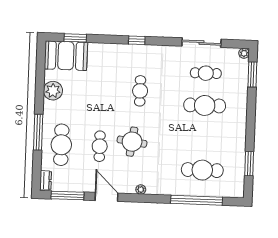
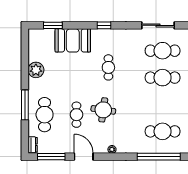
booth: (66, 56) -> (73, 40), moved
cafe table: (206, 73) -> (163, 51), width x1.37, depth x1.35

